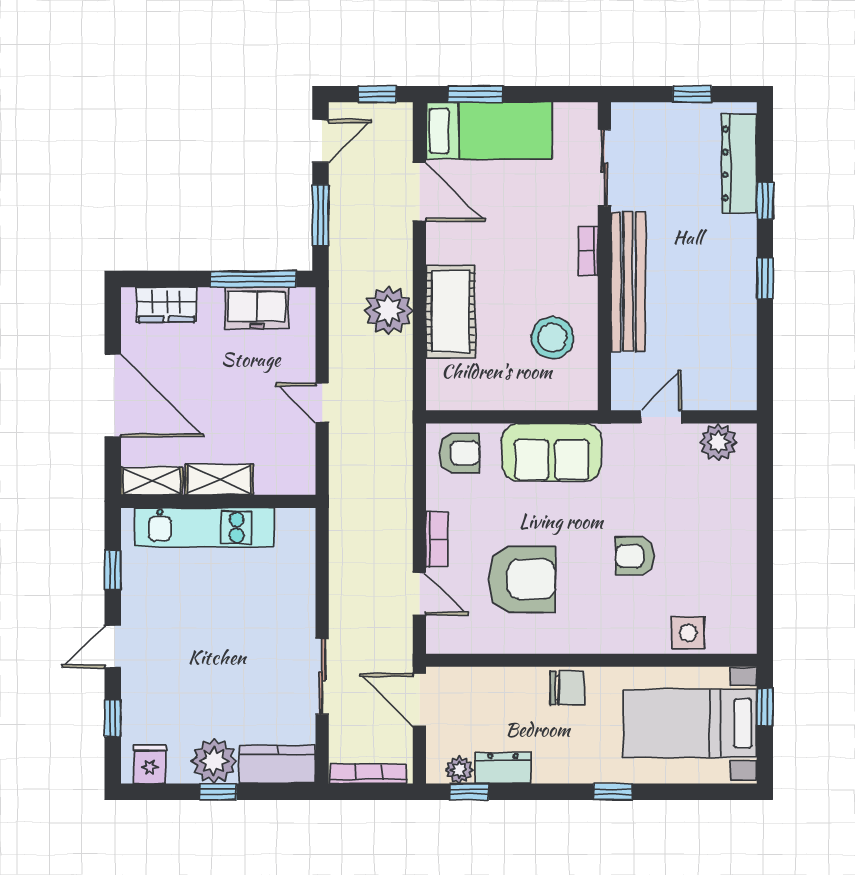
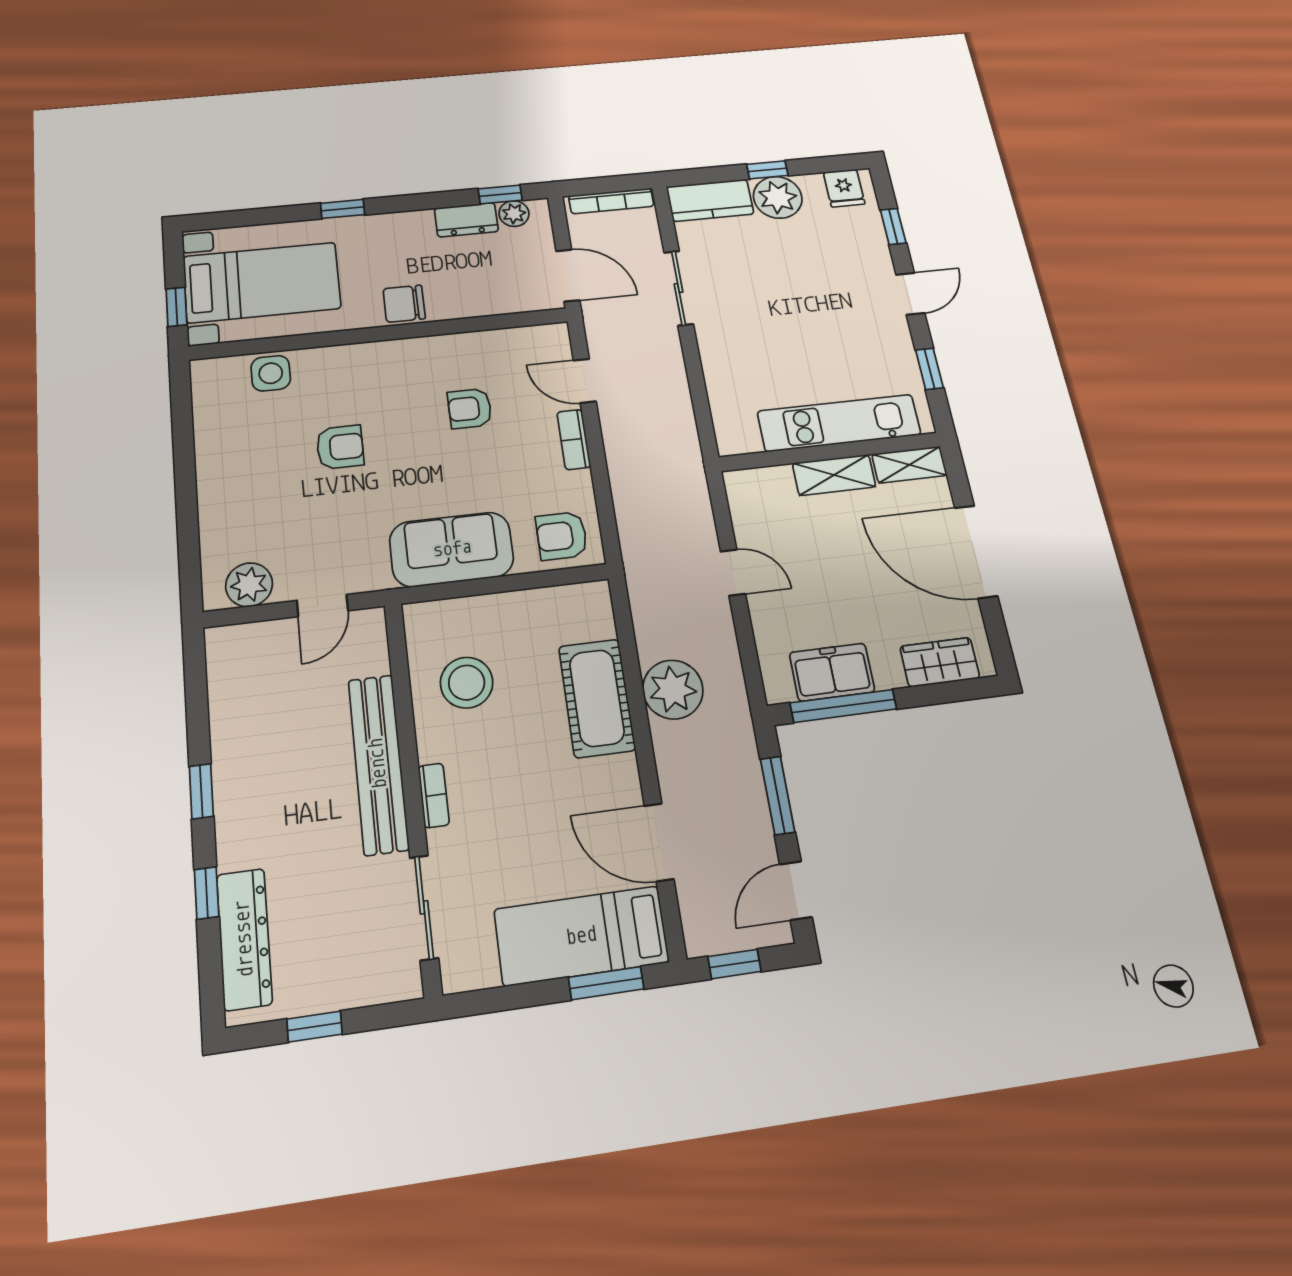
armchair: (522, 579) -> (470, 408), width x0.53, depth x0.53

